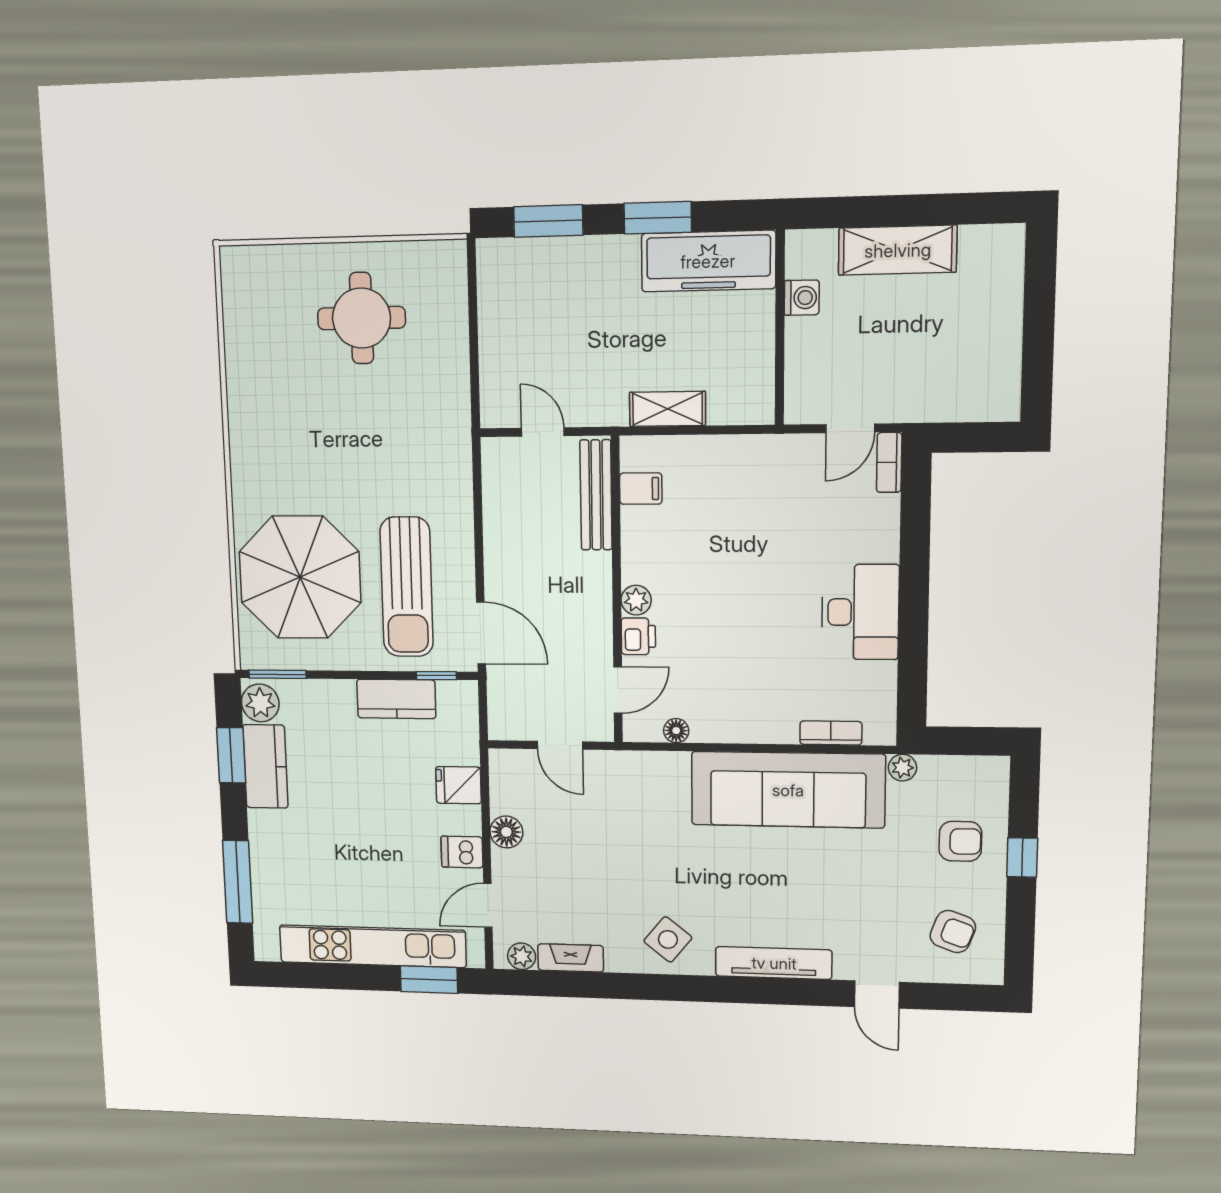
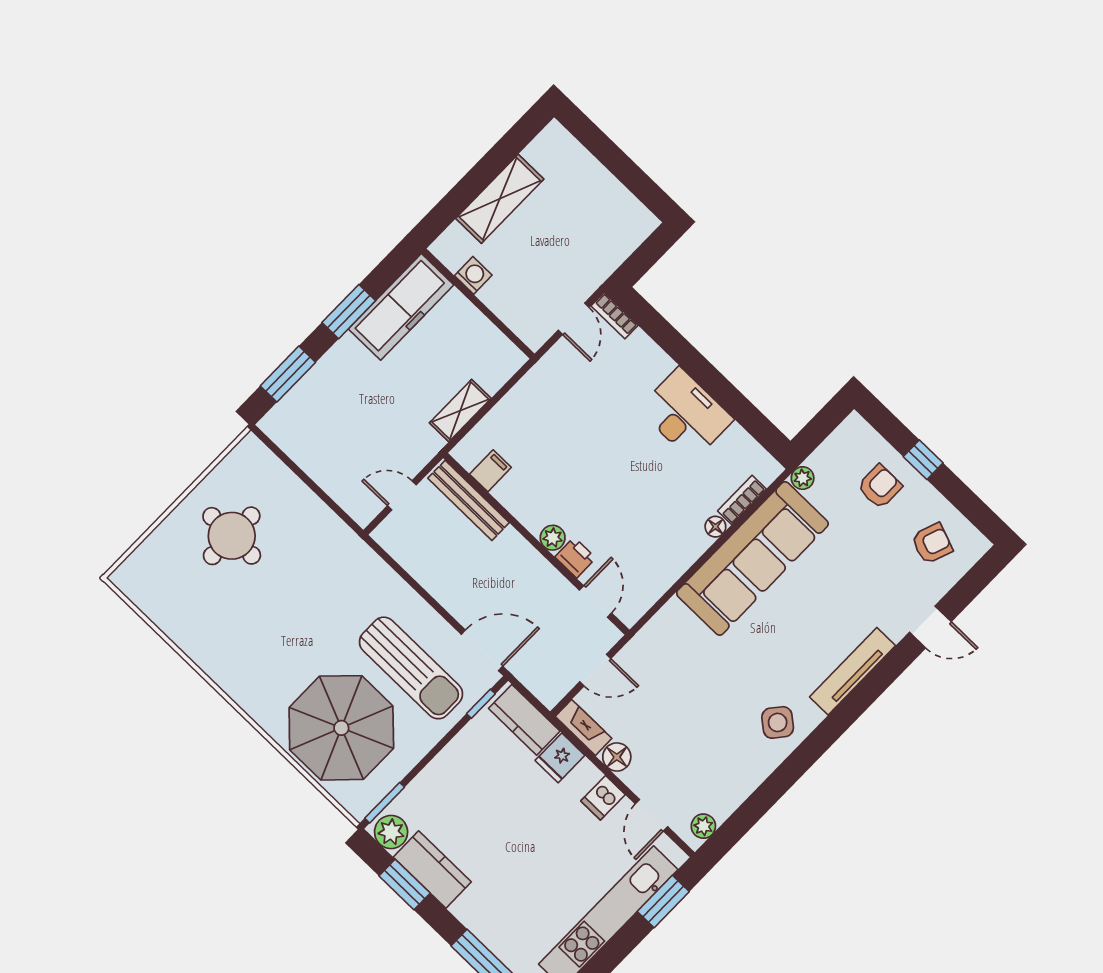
kitchen counter: (396, 699) -> (524, 720), moved, turned 90
floor lamp: (676, 731) -> (715, 527), moved
fireplace: (571, 958) -> (584, 727), moved, turned 90

